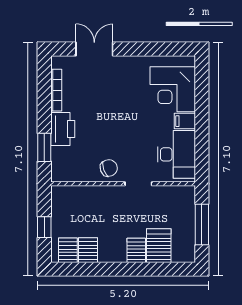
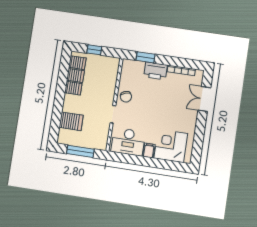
double door: (94, 49) -> (204, 99), swing flipped
server rack: (136, 250) -> (73, 88), moved

